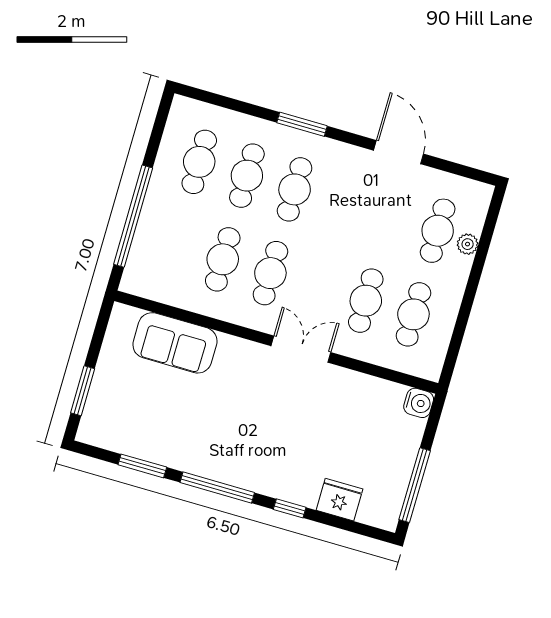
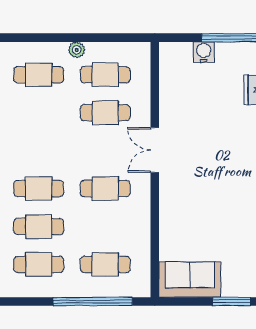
plant: (468, 244) -> (77, 50), moved
cafe table: (223, 259) -> (105, 264), moved
sofa: (175, 343) -> (190, 279), moved, turned -90
water cooler: (419, 403) -> (204, 52), moved

